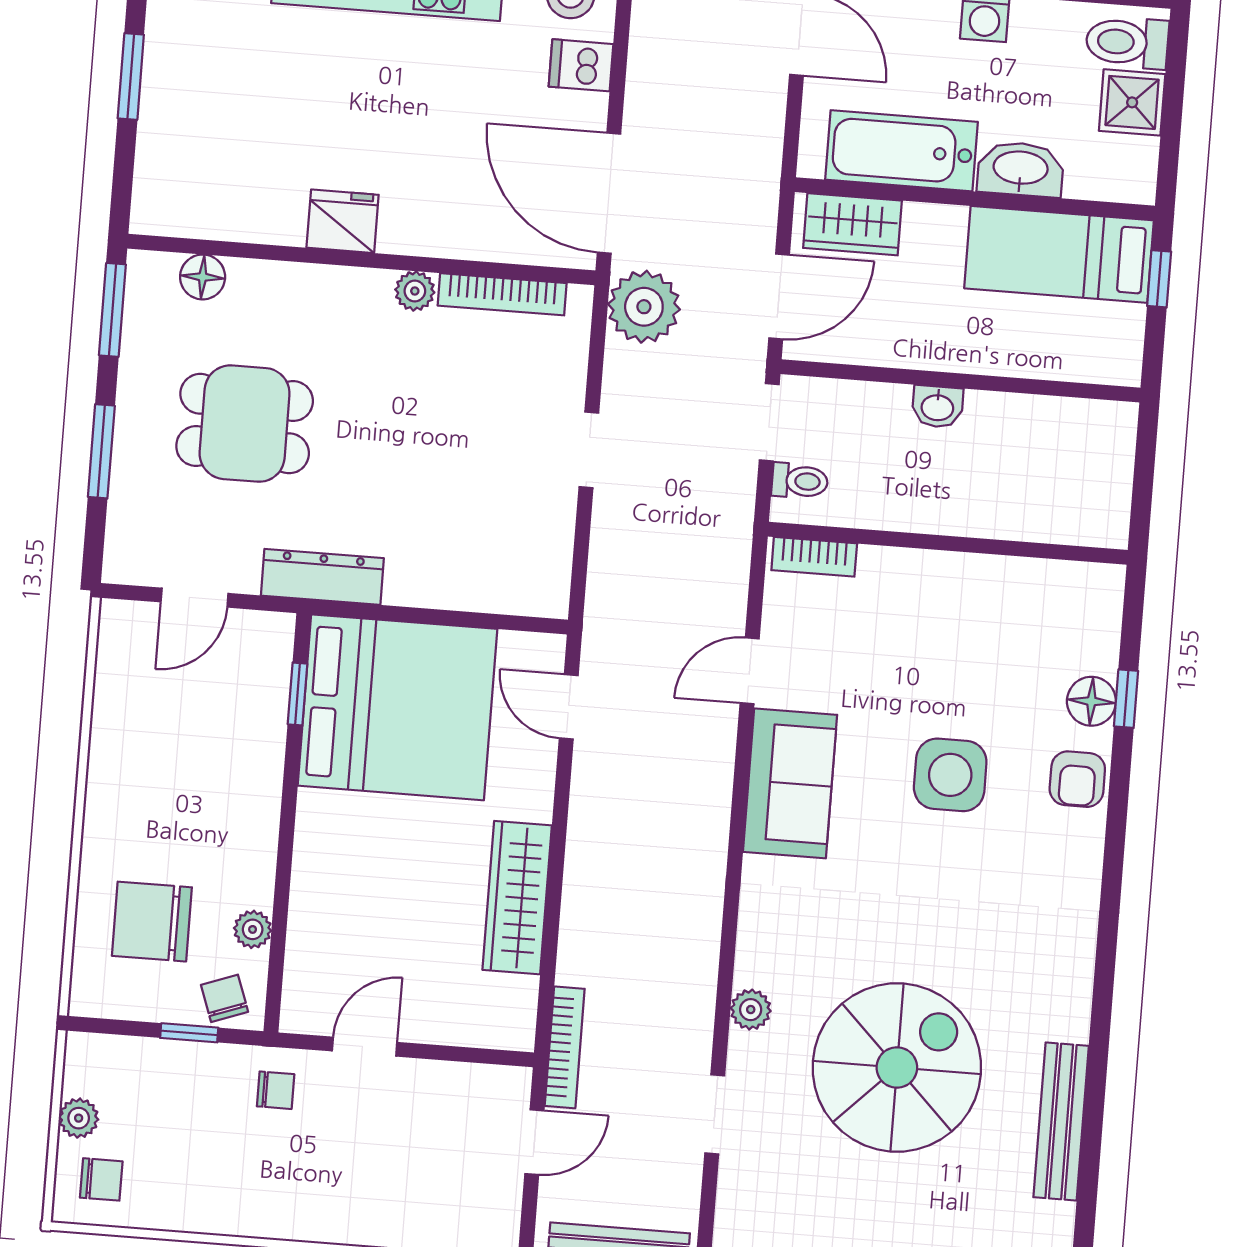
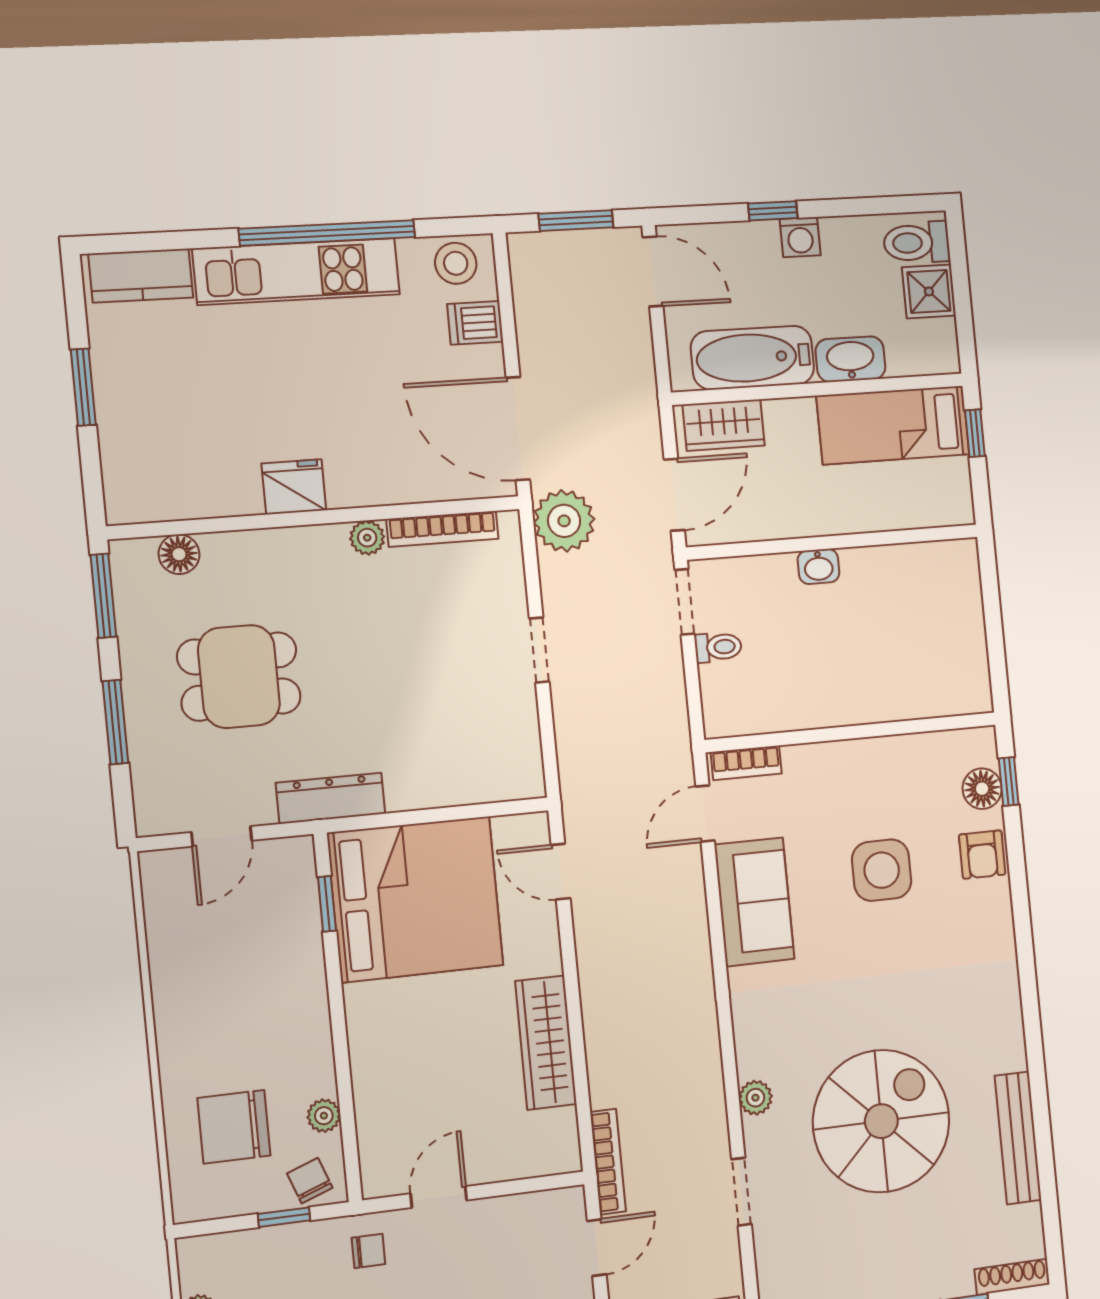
wall: (948, 543) -> (852, 732), moved
bookcase: (814, 557) -> (746, 763), moved

